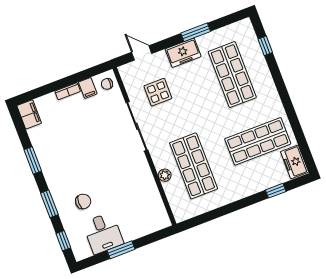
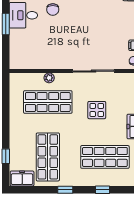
window: (265, 46) -> (103, 190), moved
display table: (158, 92) -> (97, 110), moved
window: (288, 106) -> (65, 190), added

